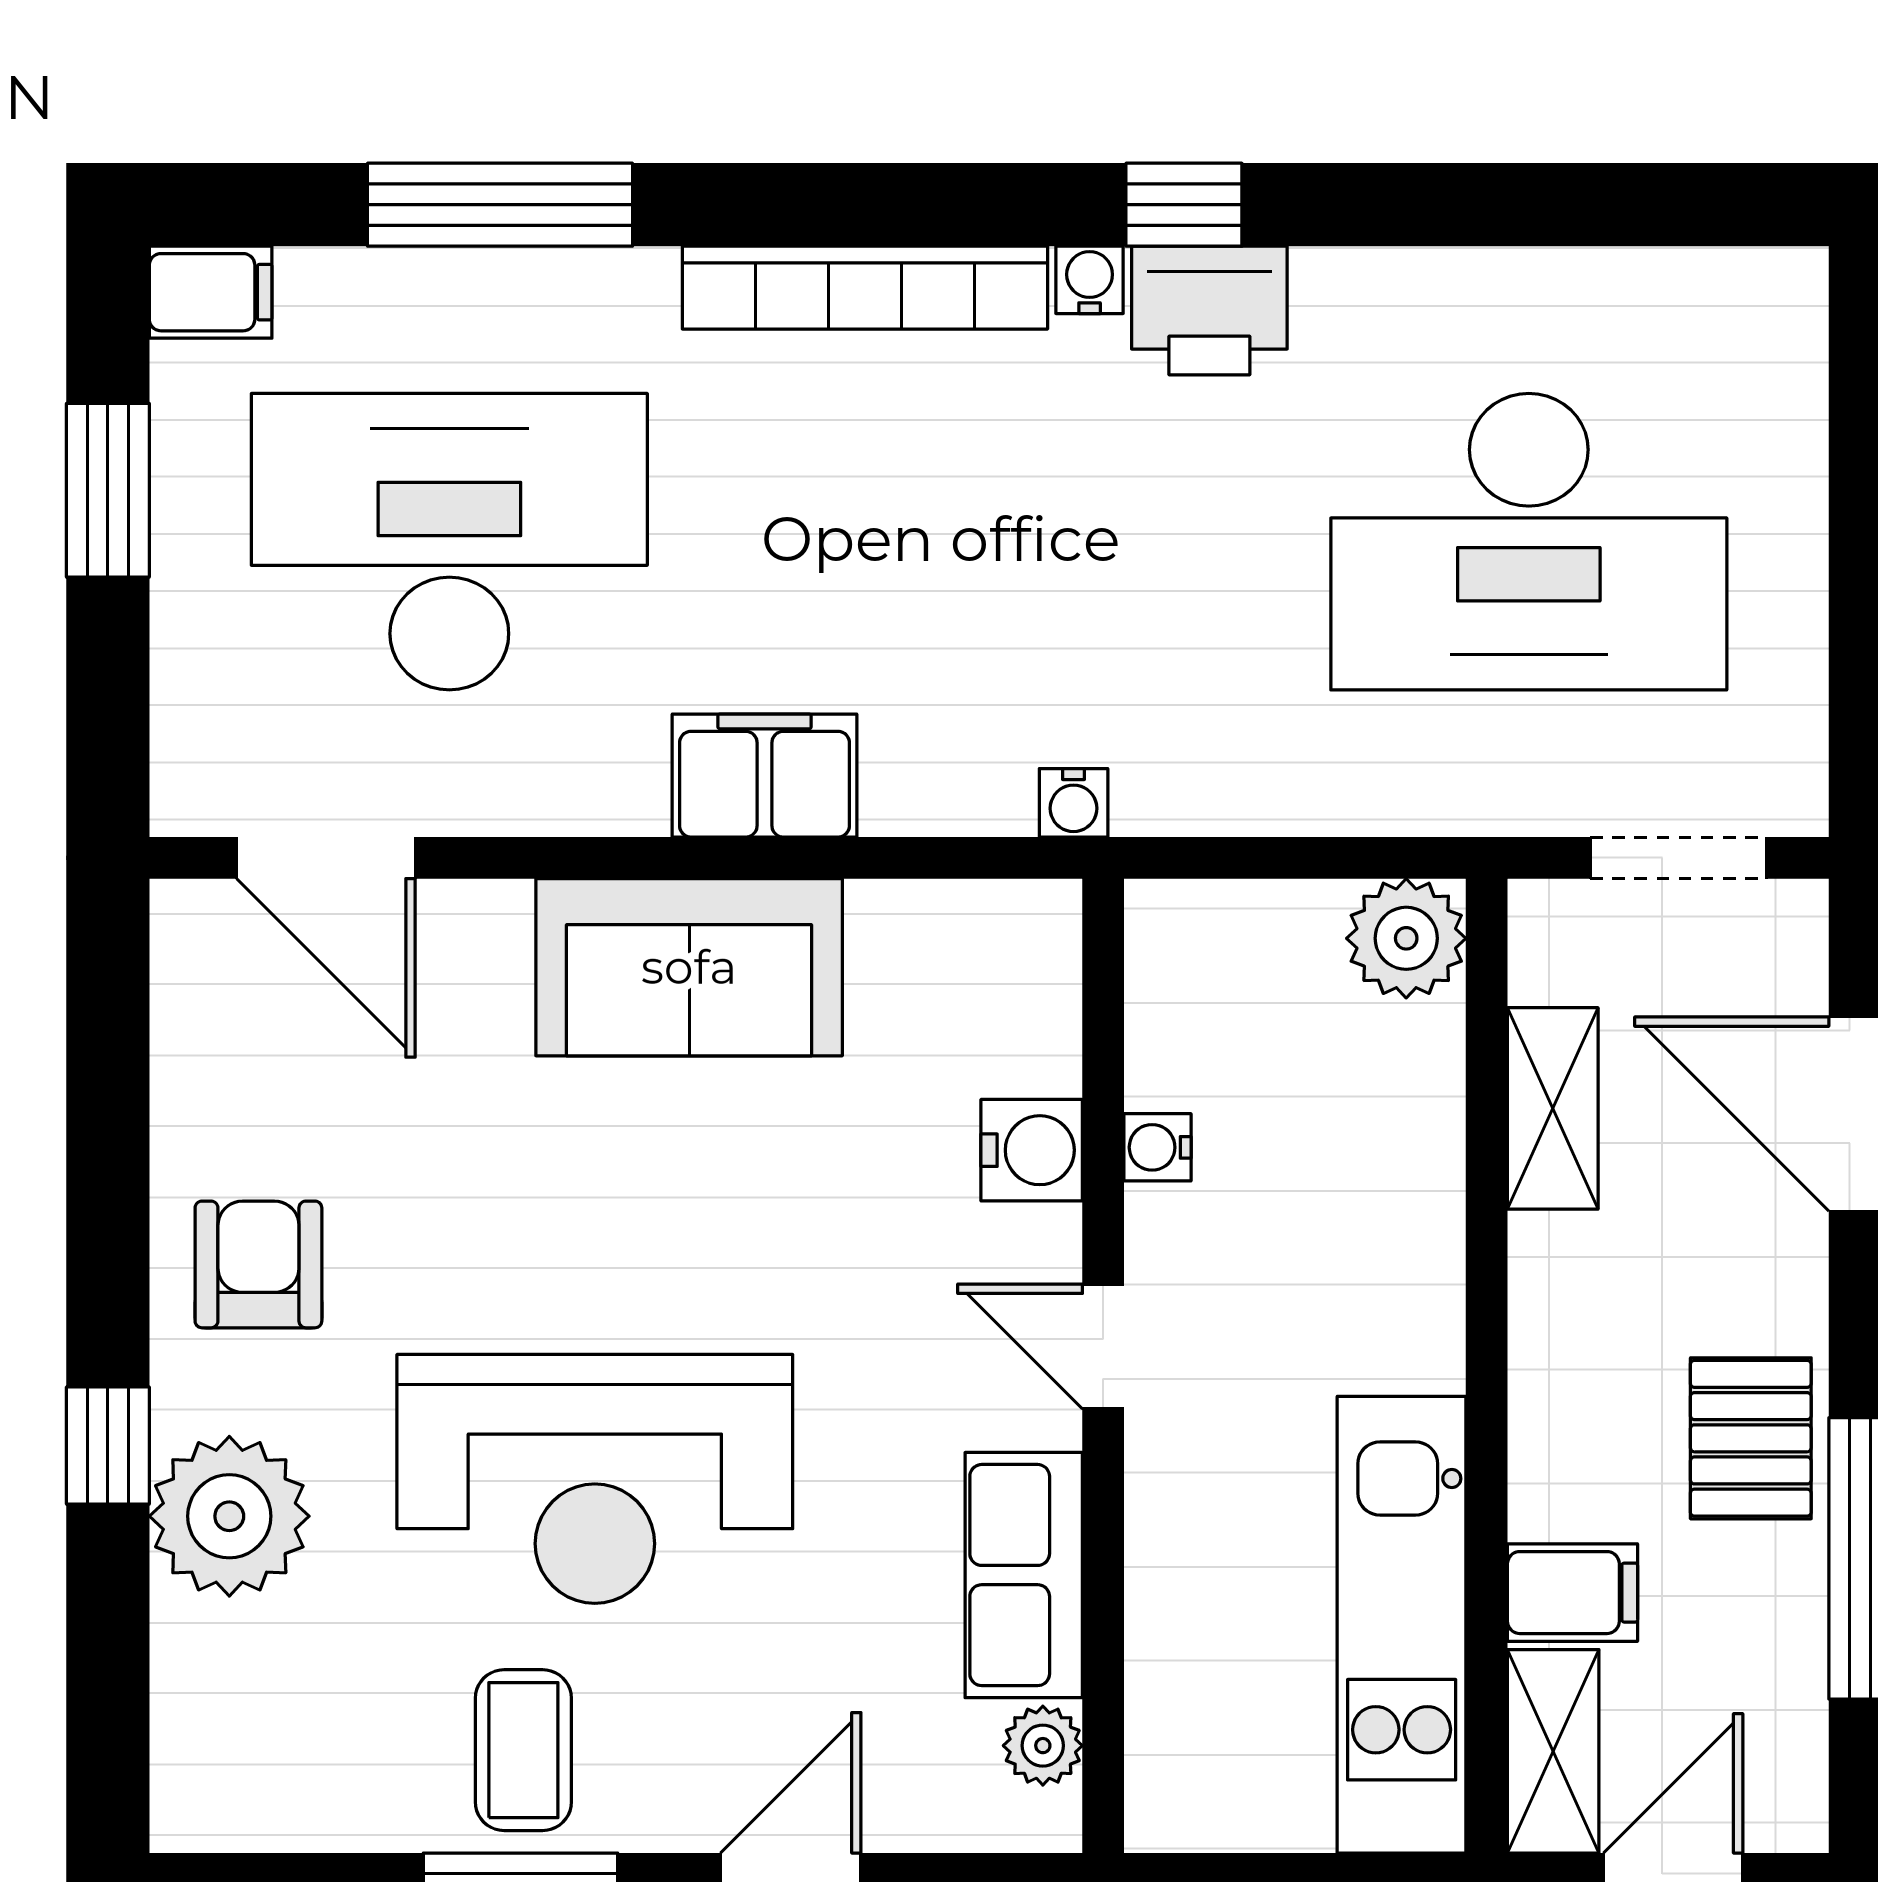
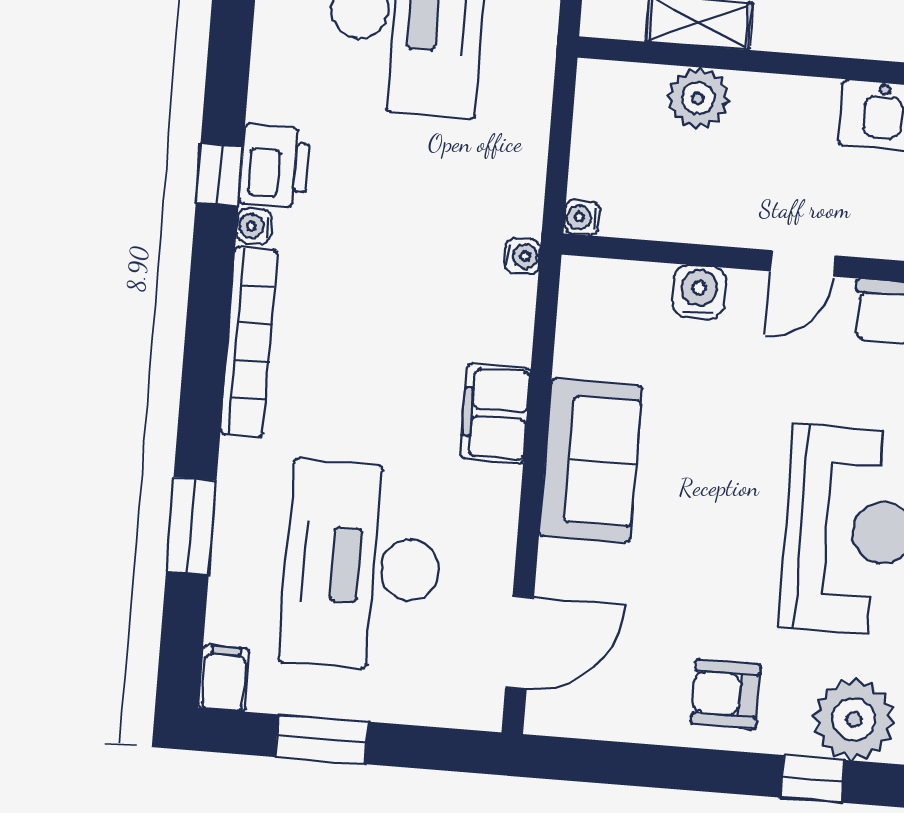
window: (500, 205) -> (191, 526), width x0.69
plant: (1406, 938) -> (698, 98), moved
water cooler: (1157, 1147) -> (582, 217), moved, turned 90

